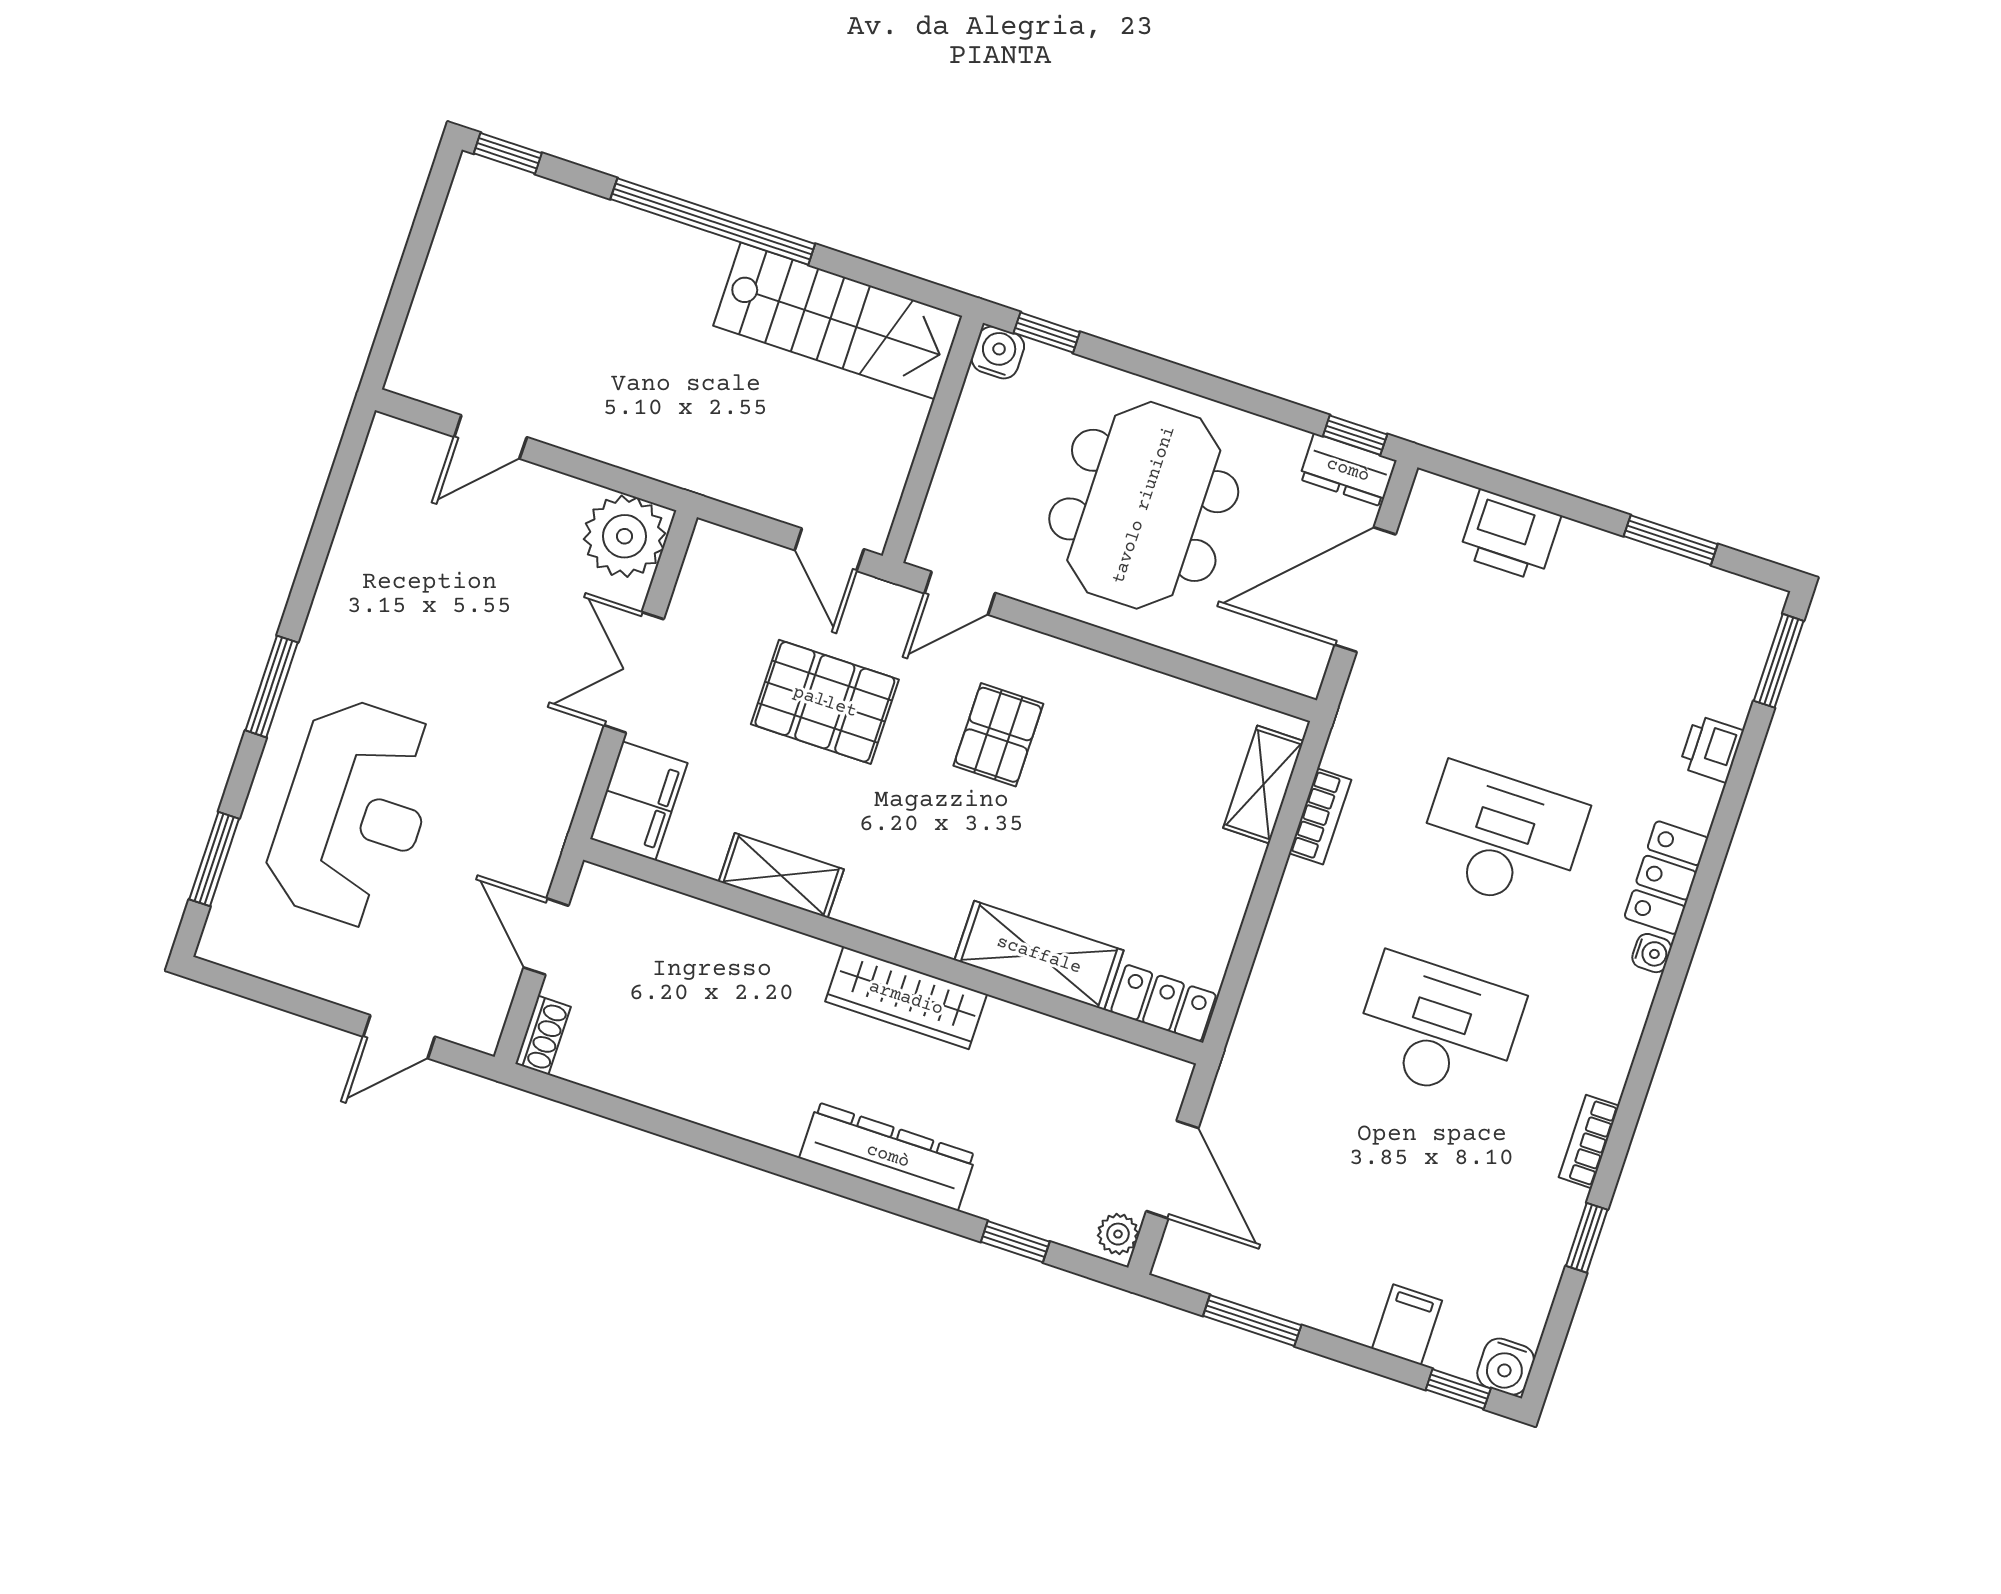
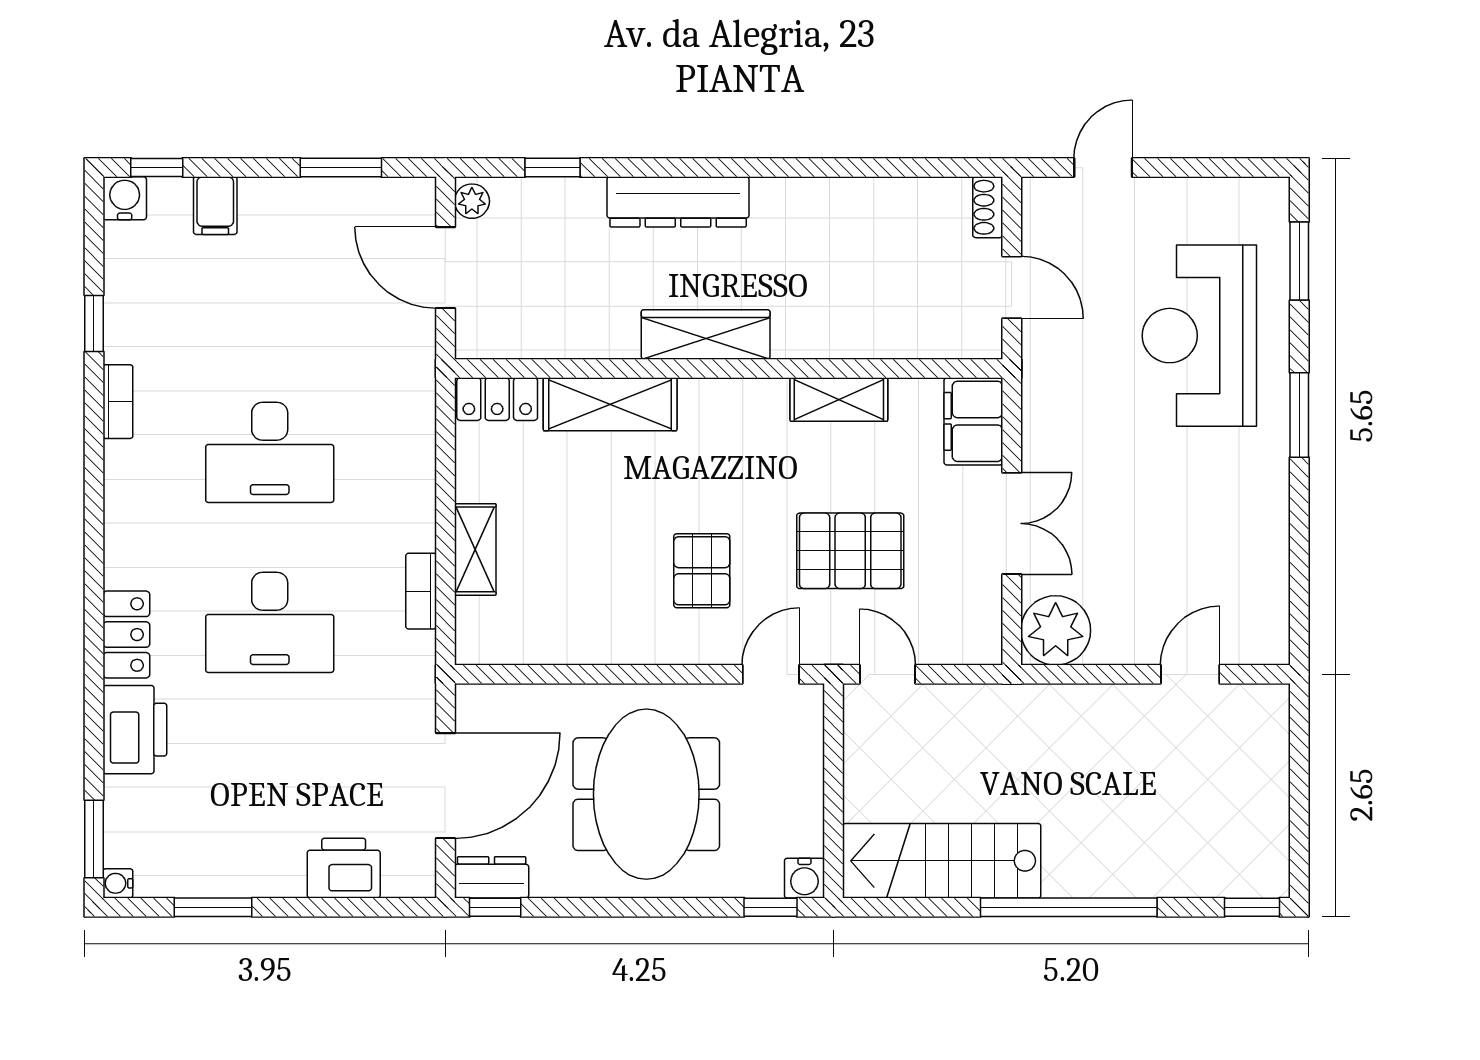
printer: (1711, 749) -> (135, 730), width x1.87, depth x1.48
shelving: (1263, 785) -> (475, 549), moved
water cooler: (1652, 953) -> (118, 883), moved

